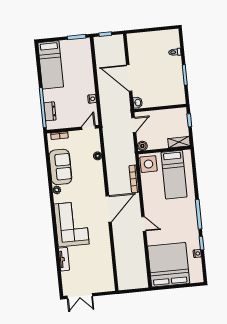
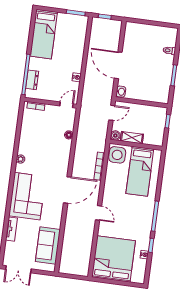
shelving: (179, 142) -> (132, 138), moved
sofa: (60, 167) -> (48, 246), moved, turned 180

